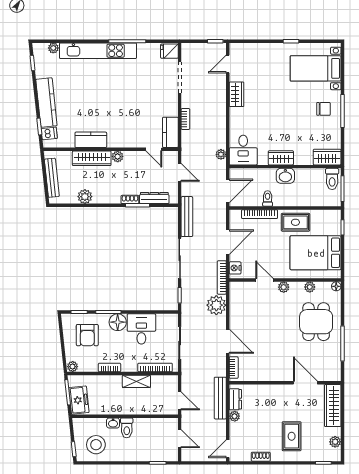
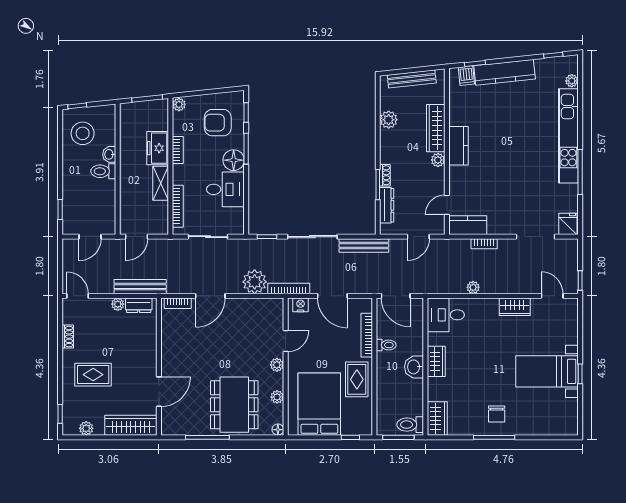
bed with nightstands: (316, 68) -> (547, 371), moved, turned -90
kitchen counter: (91, 140) -> (459, 146), moved
plant: (221, 154) -> (473, 287), moved
dining table: (316, 322) -> (234, 405), width x1.38
freezer: (79, 400) -> (158, 148), moved, turned 96

